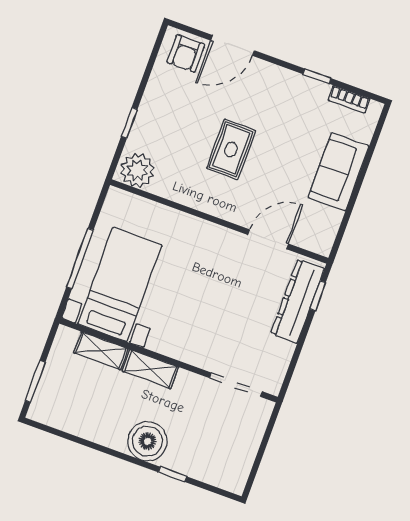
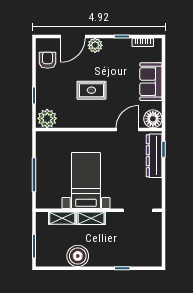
armchair: (186, 53) -> (48, 60), moved, turned 180
plant: (265, 75) -> (95, 45), added
rug: (231, 149) -> (91, 90), turned 90
floor lamp: (319, 237) -> (153, 119), added
bed with nightstands: (120, 284) -> (86, 181), moved
boiler: (147, 441) -> (78, 256), moved

